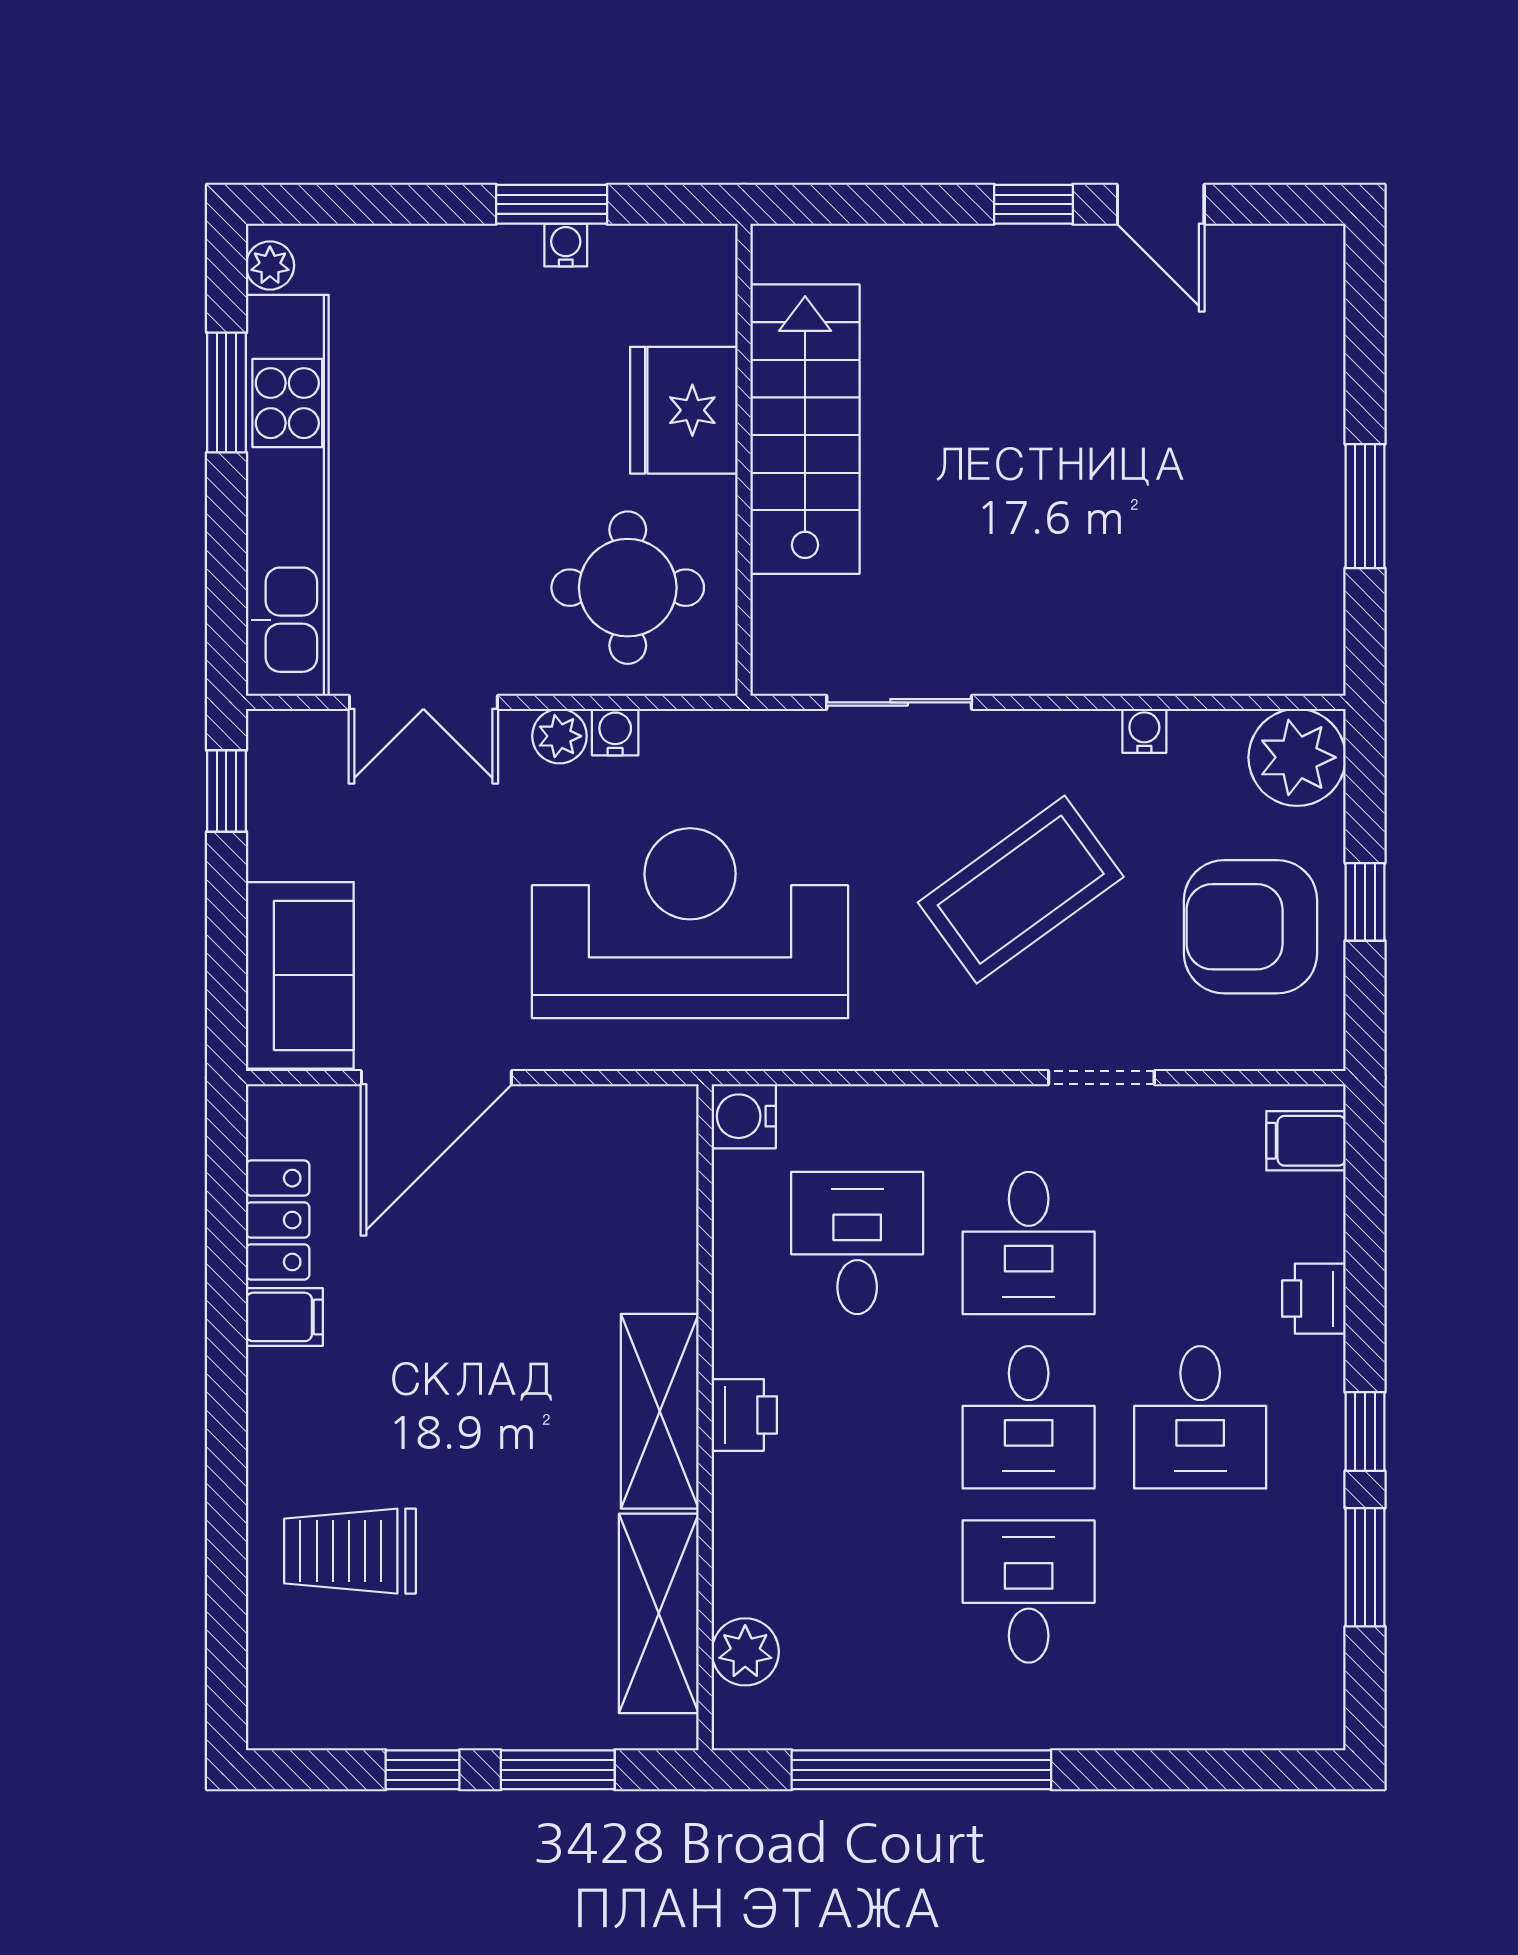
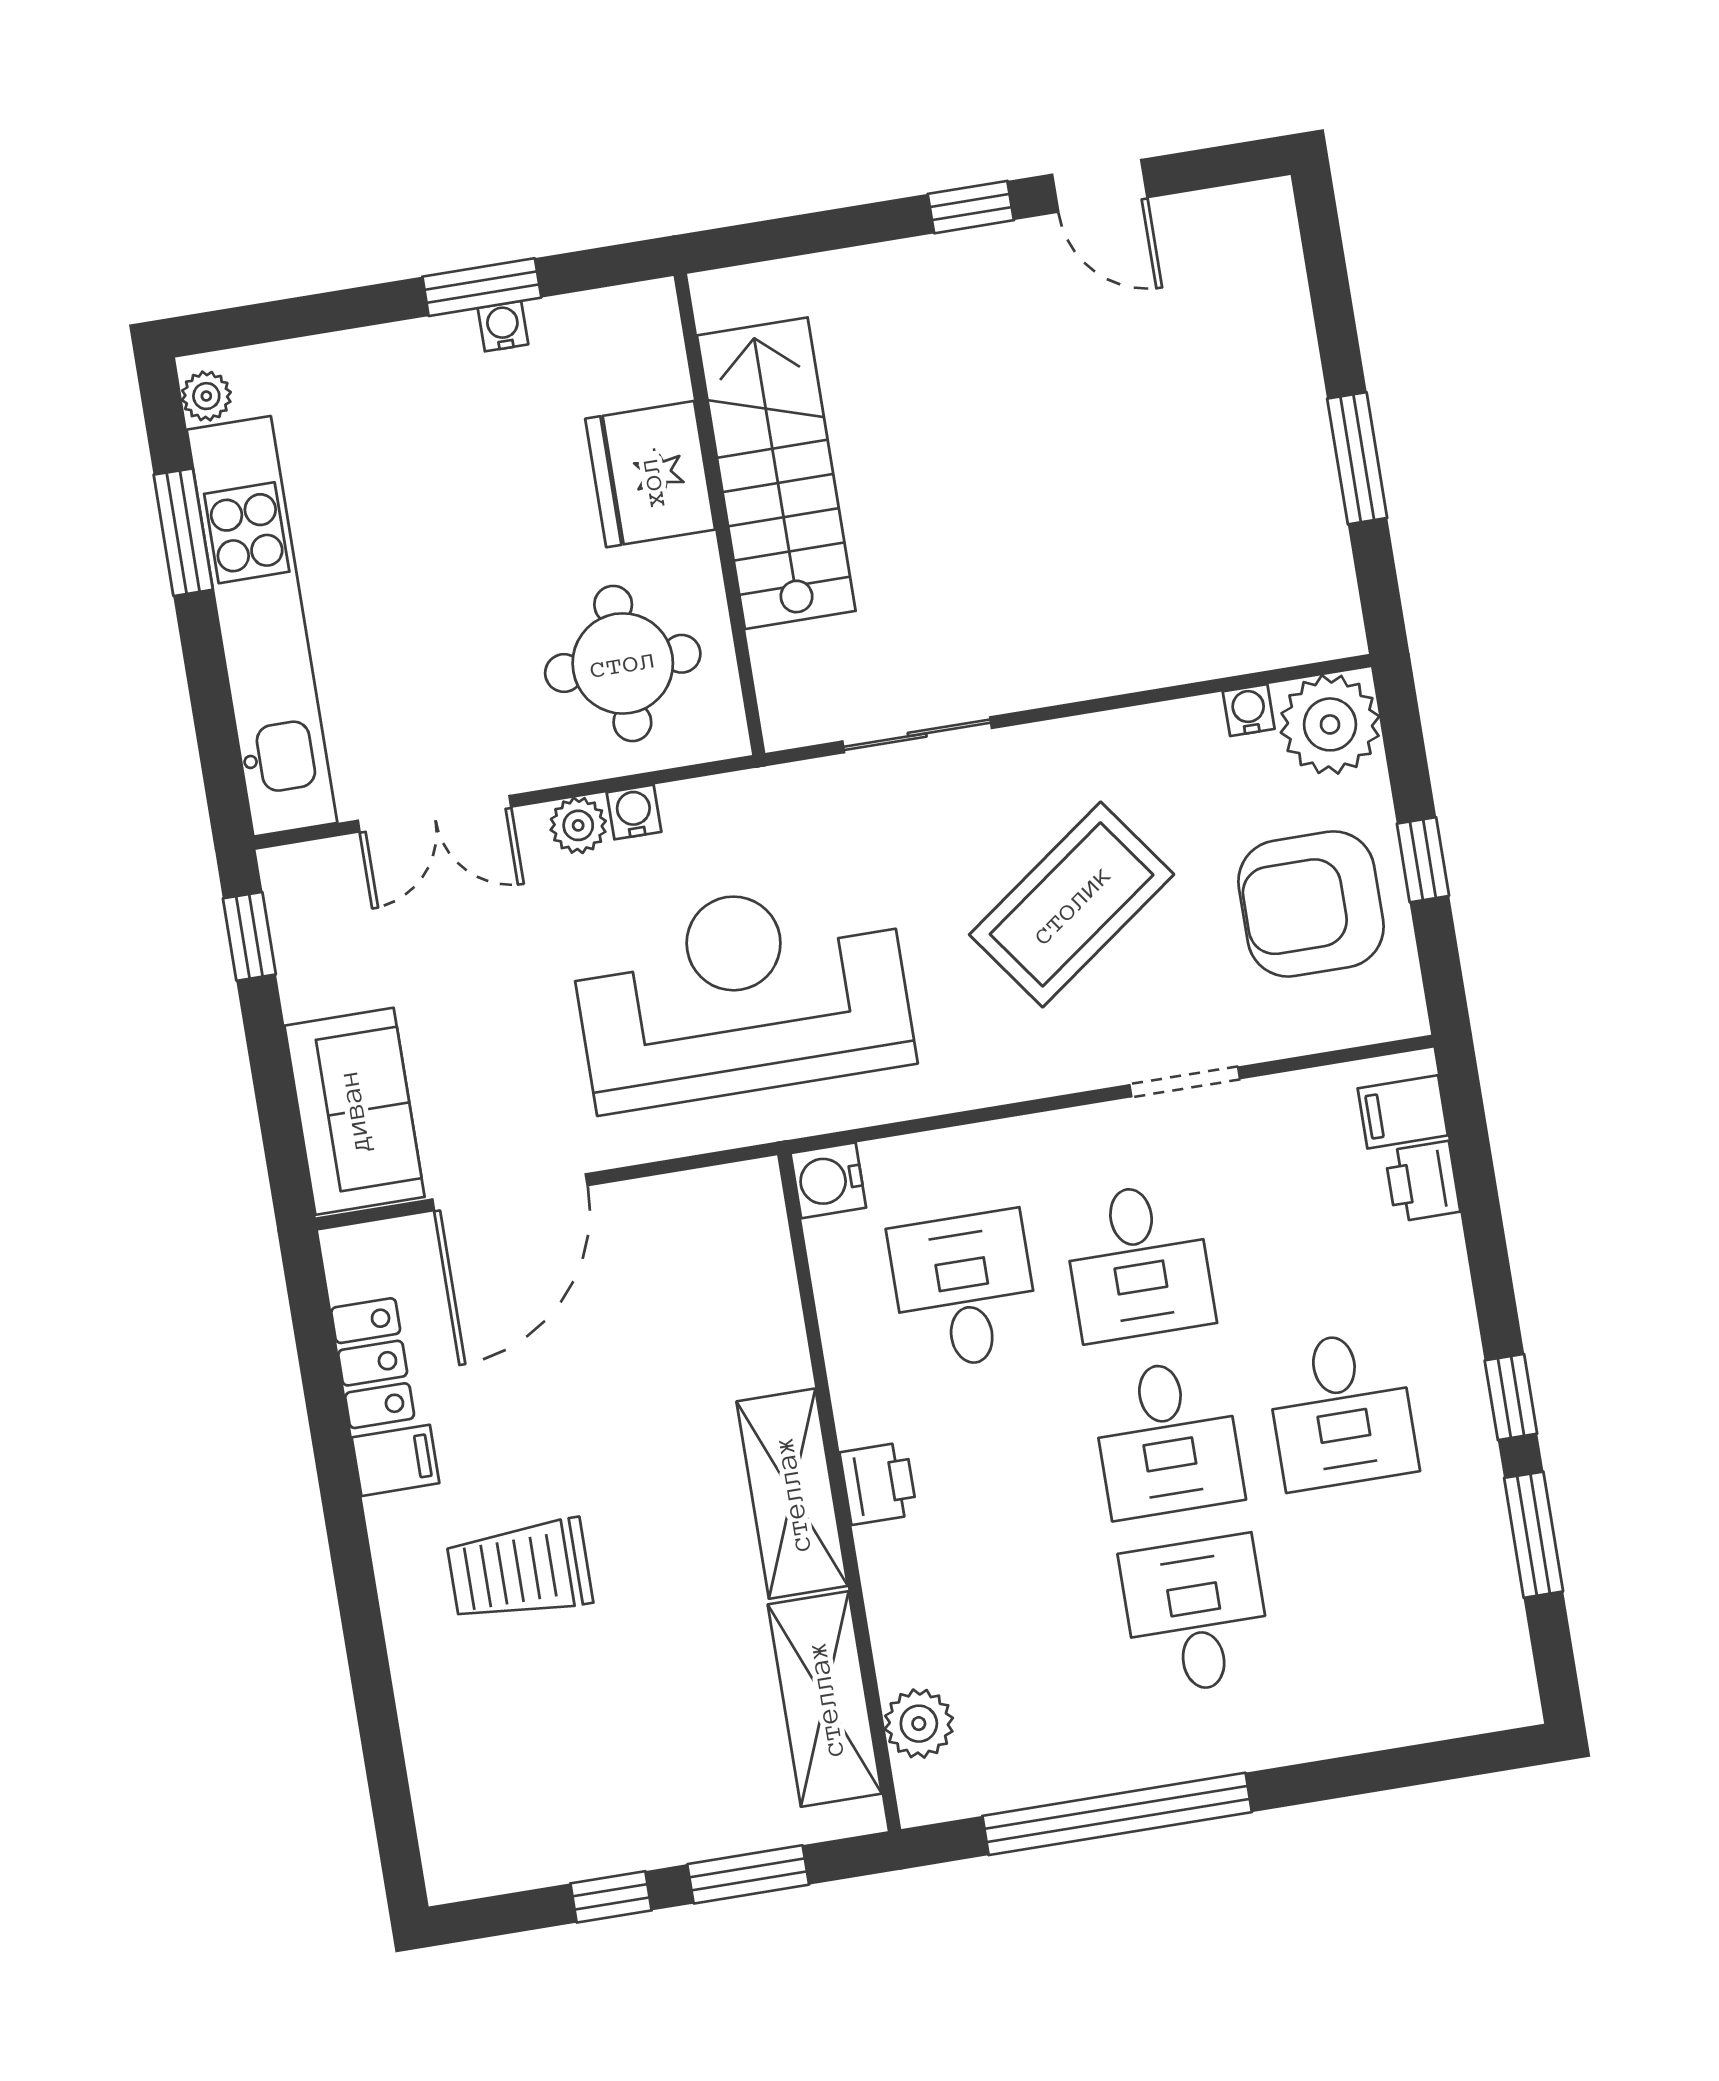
water cooler: (1144, 731) -> (1249, 710), moved
printer: (1314, 1299) -> (1422, 1181), moved
trolley: (350, 1551) -> (520, 1571), moved

